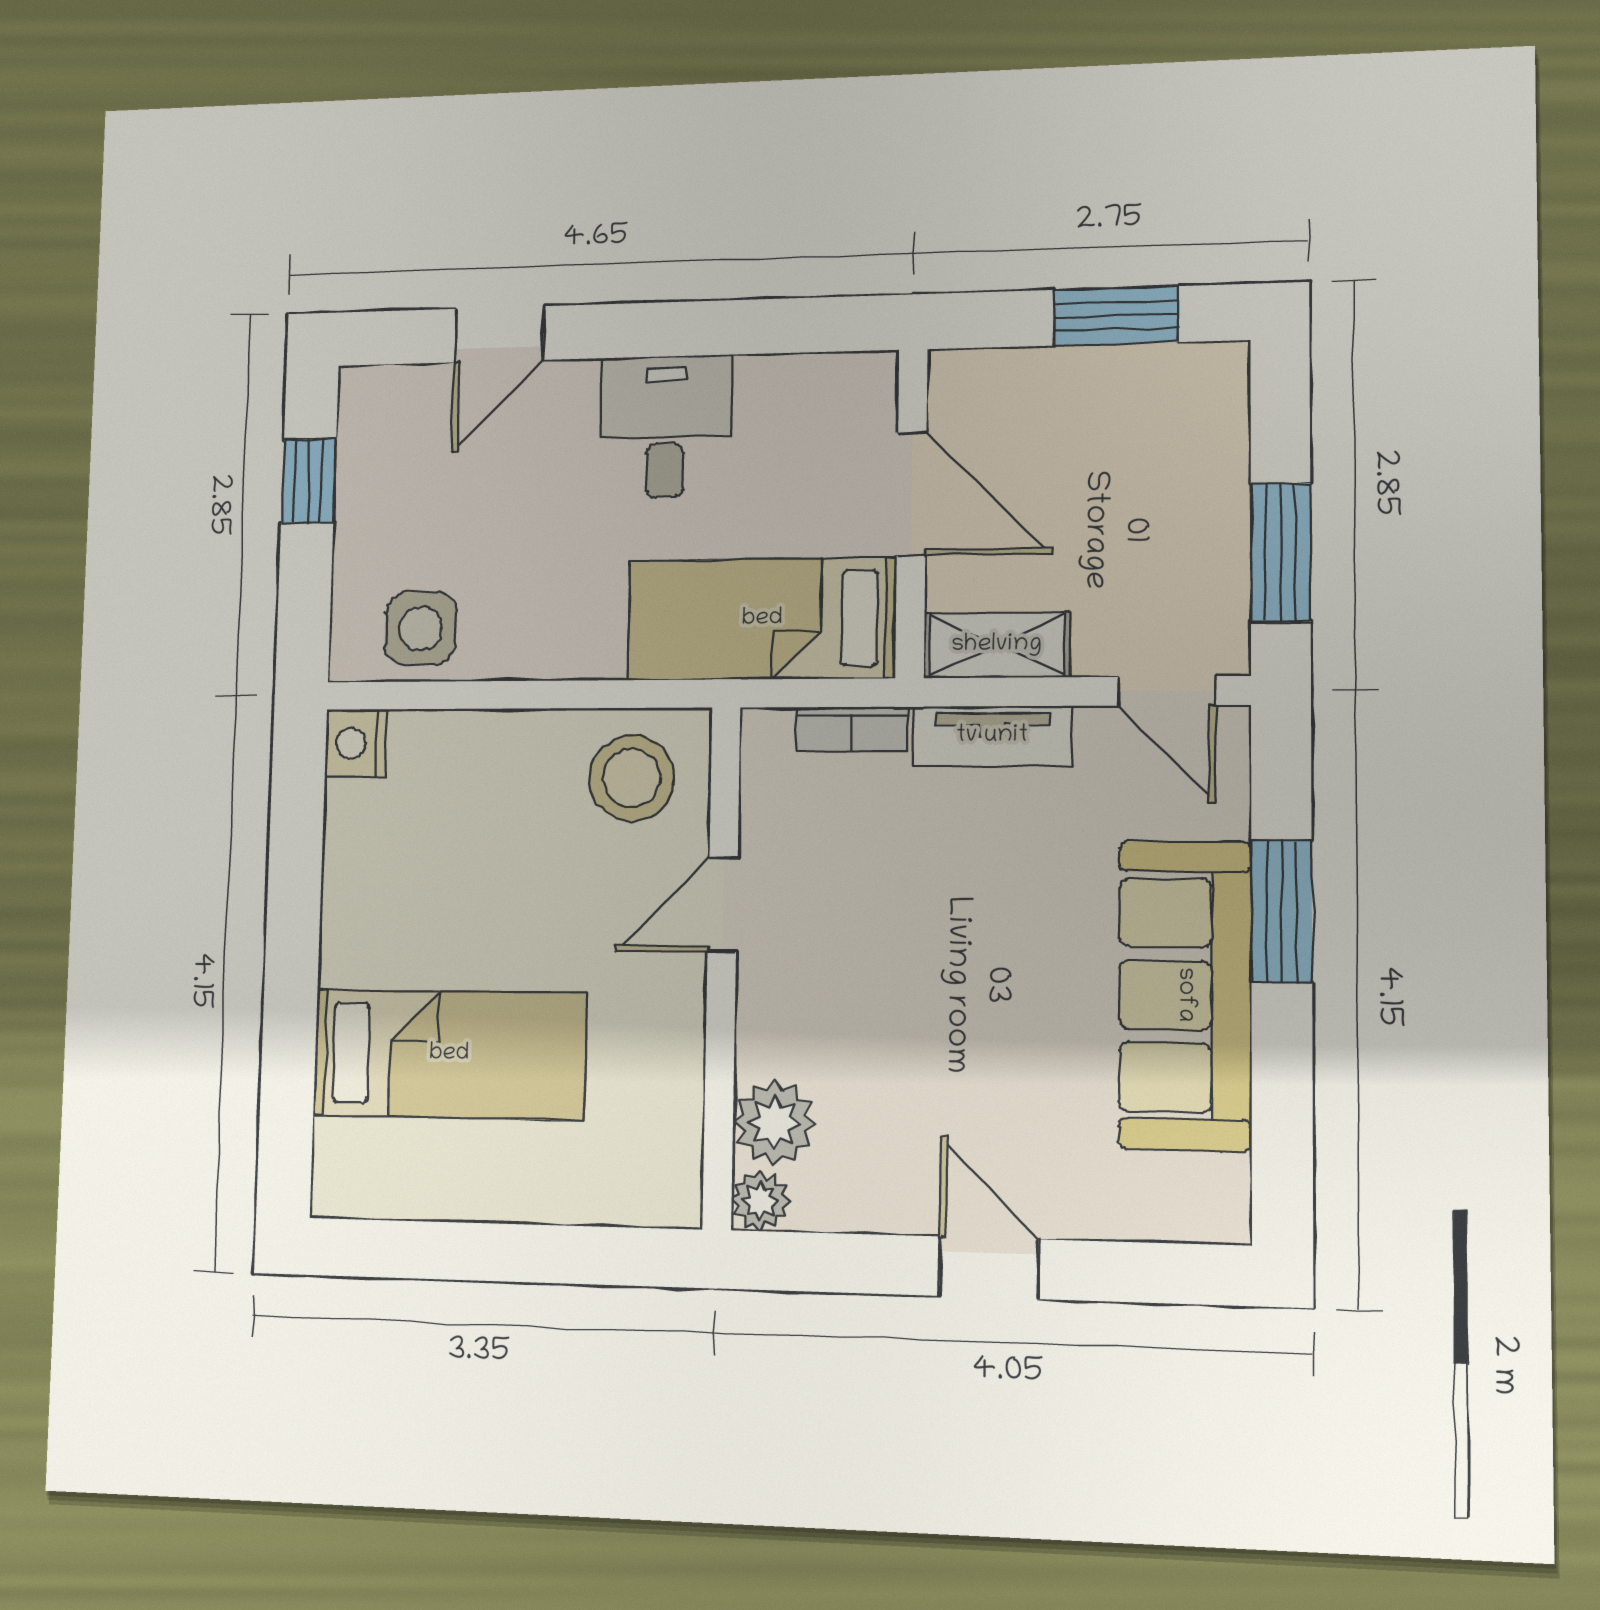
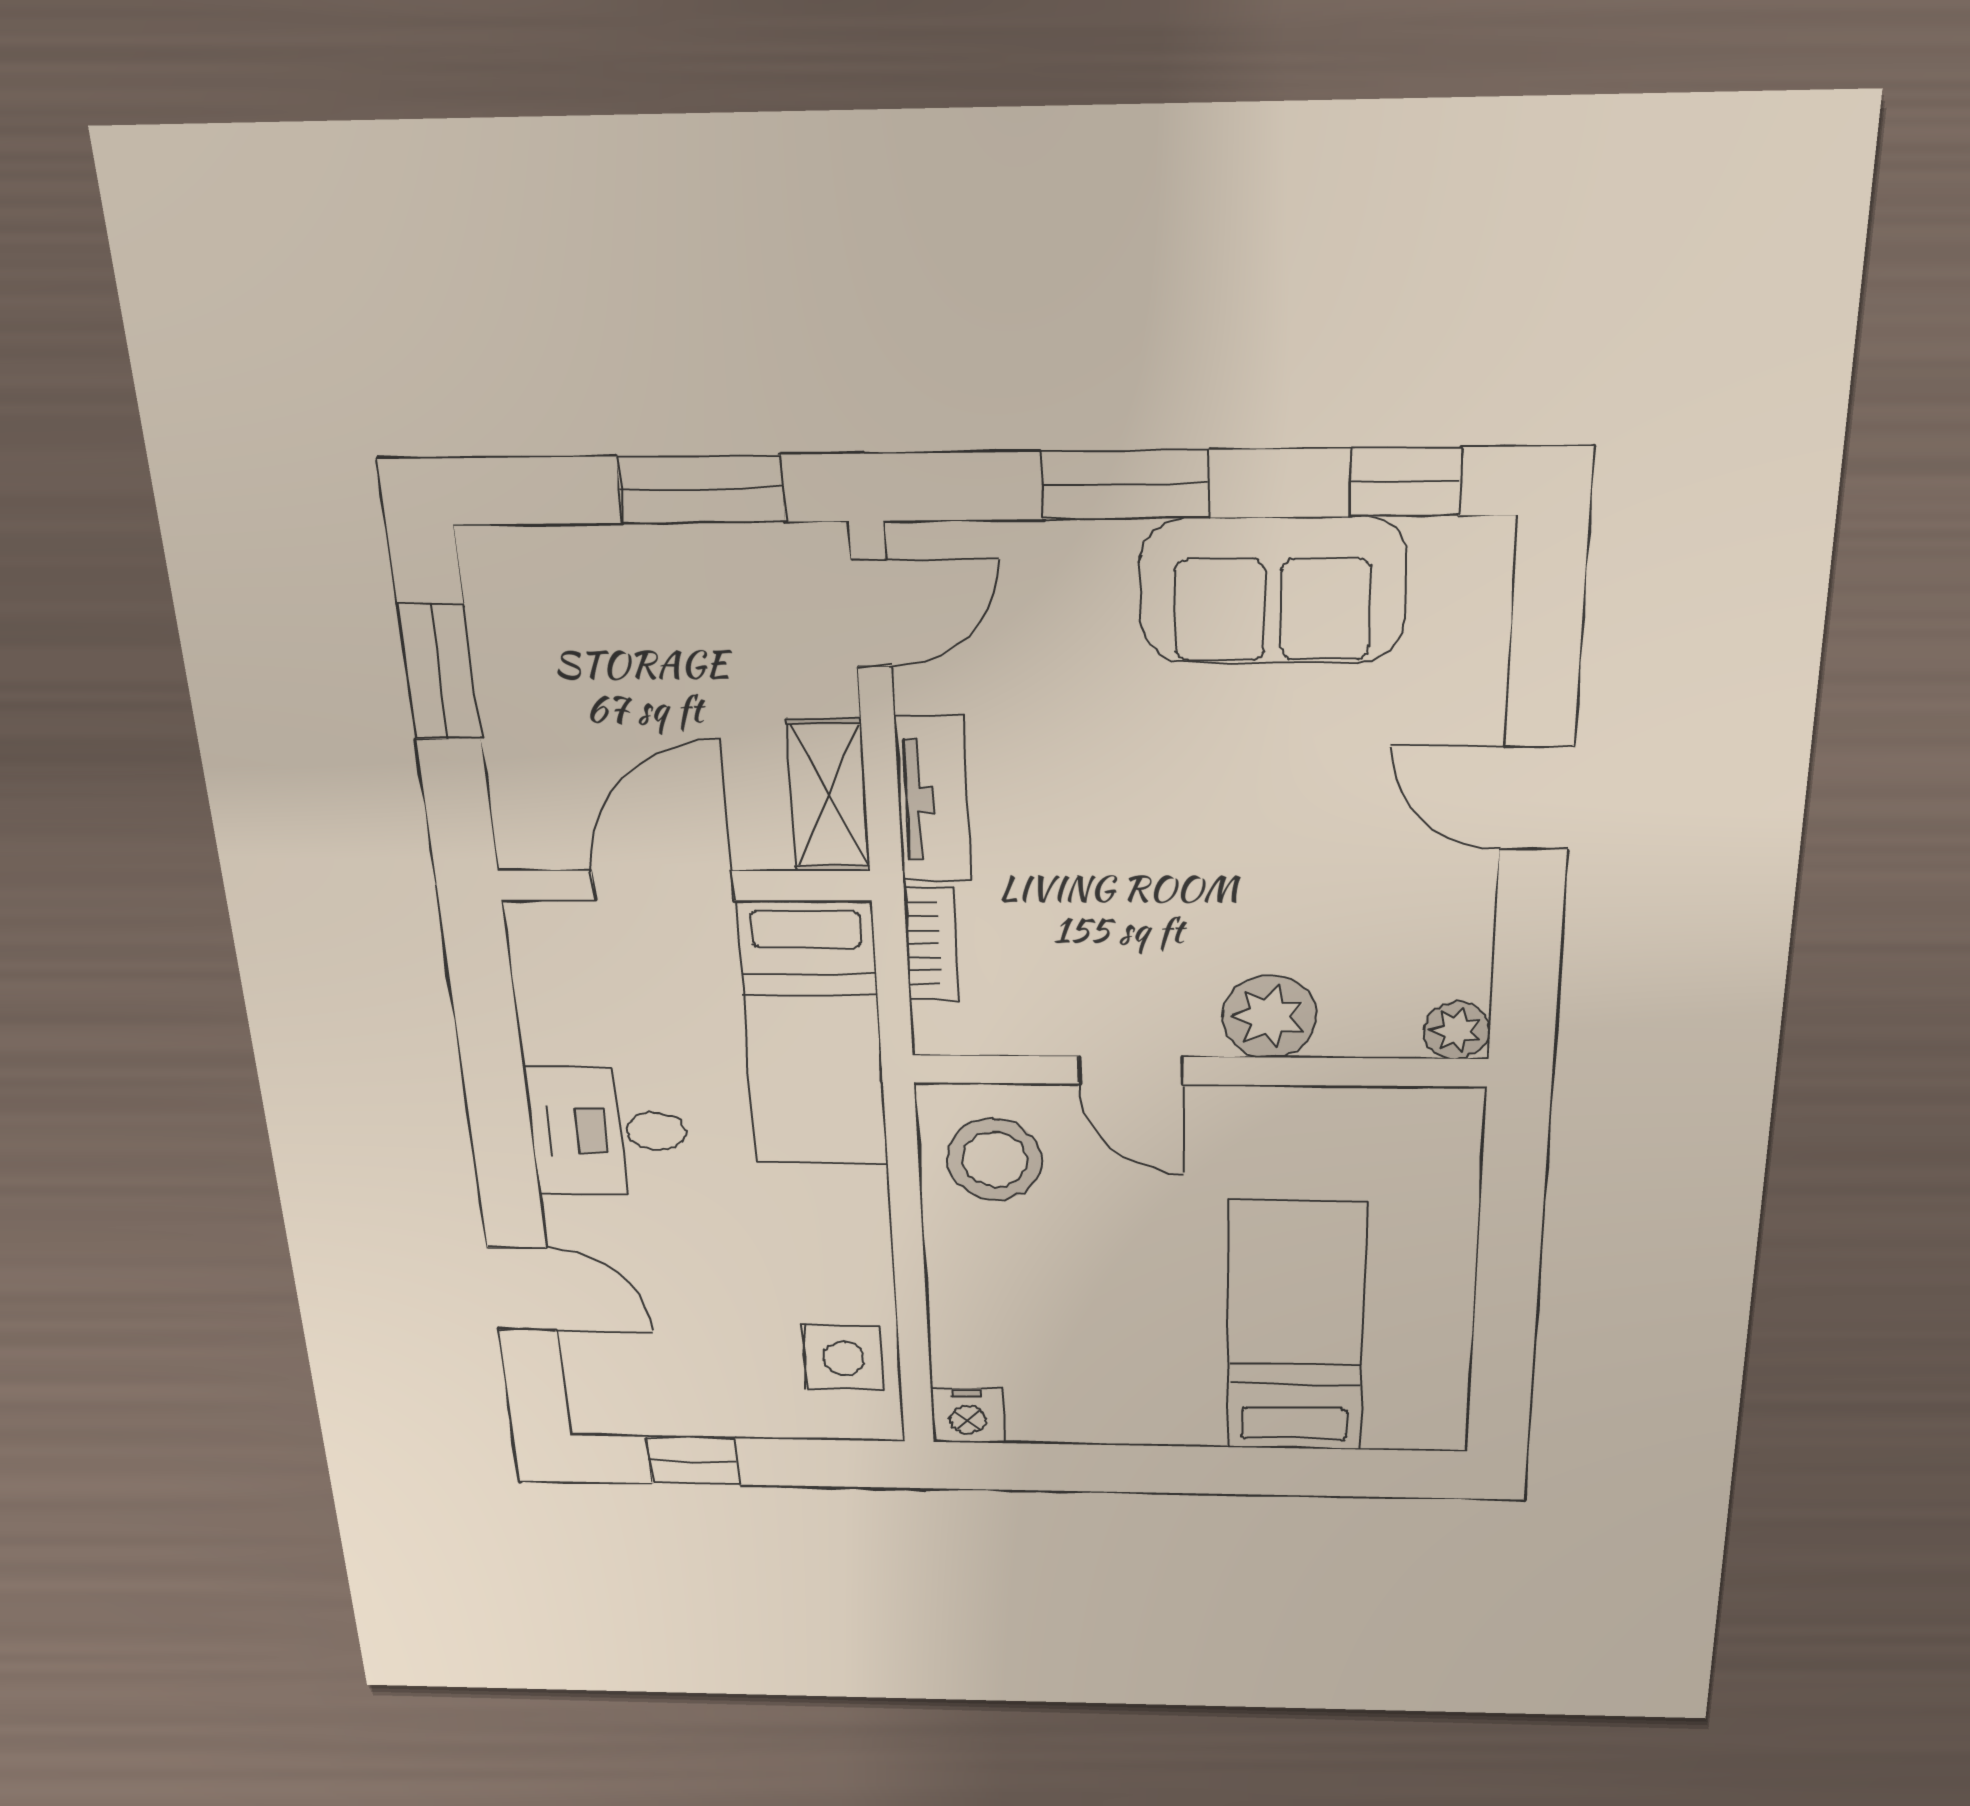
sofa: (1185, 995) -> (1273, 591), width x0.73
plant: (774, 1123) -> (1269, 1017), moved
window: (1282, 1149) -> (1405, 482), added
door: (989, 1268) -> (1536, 798), hinge flipped

